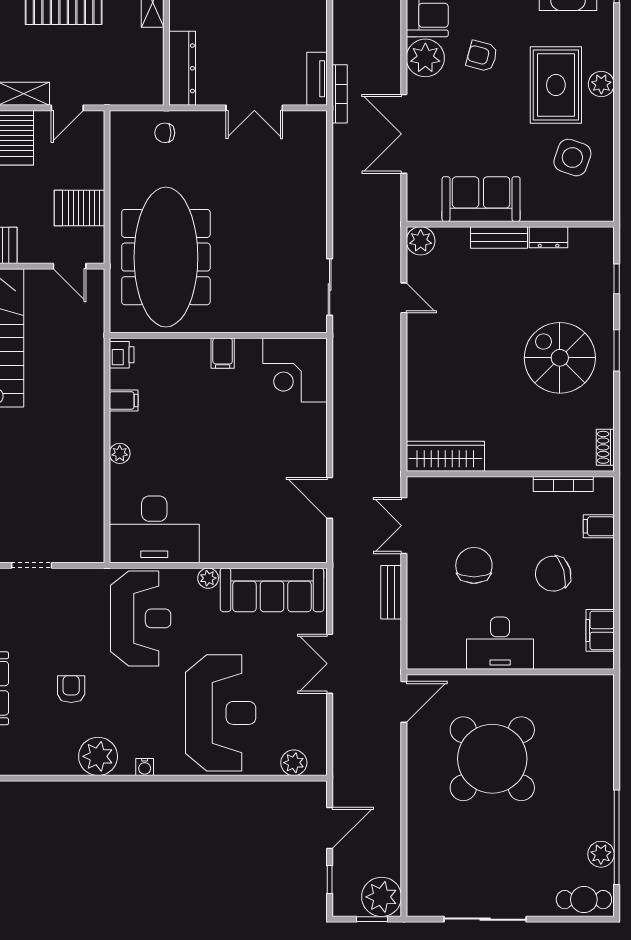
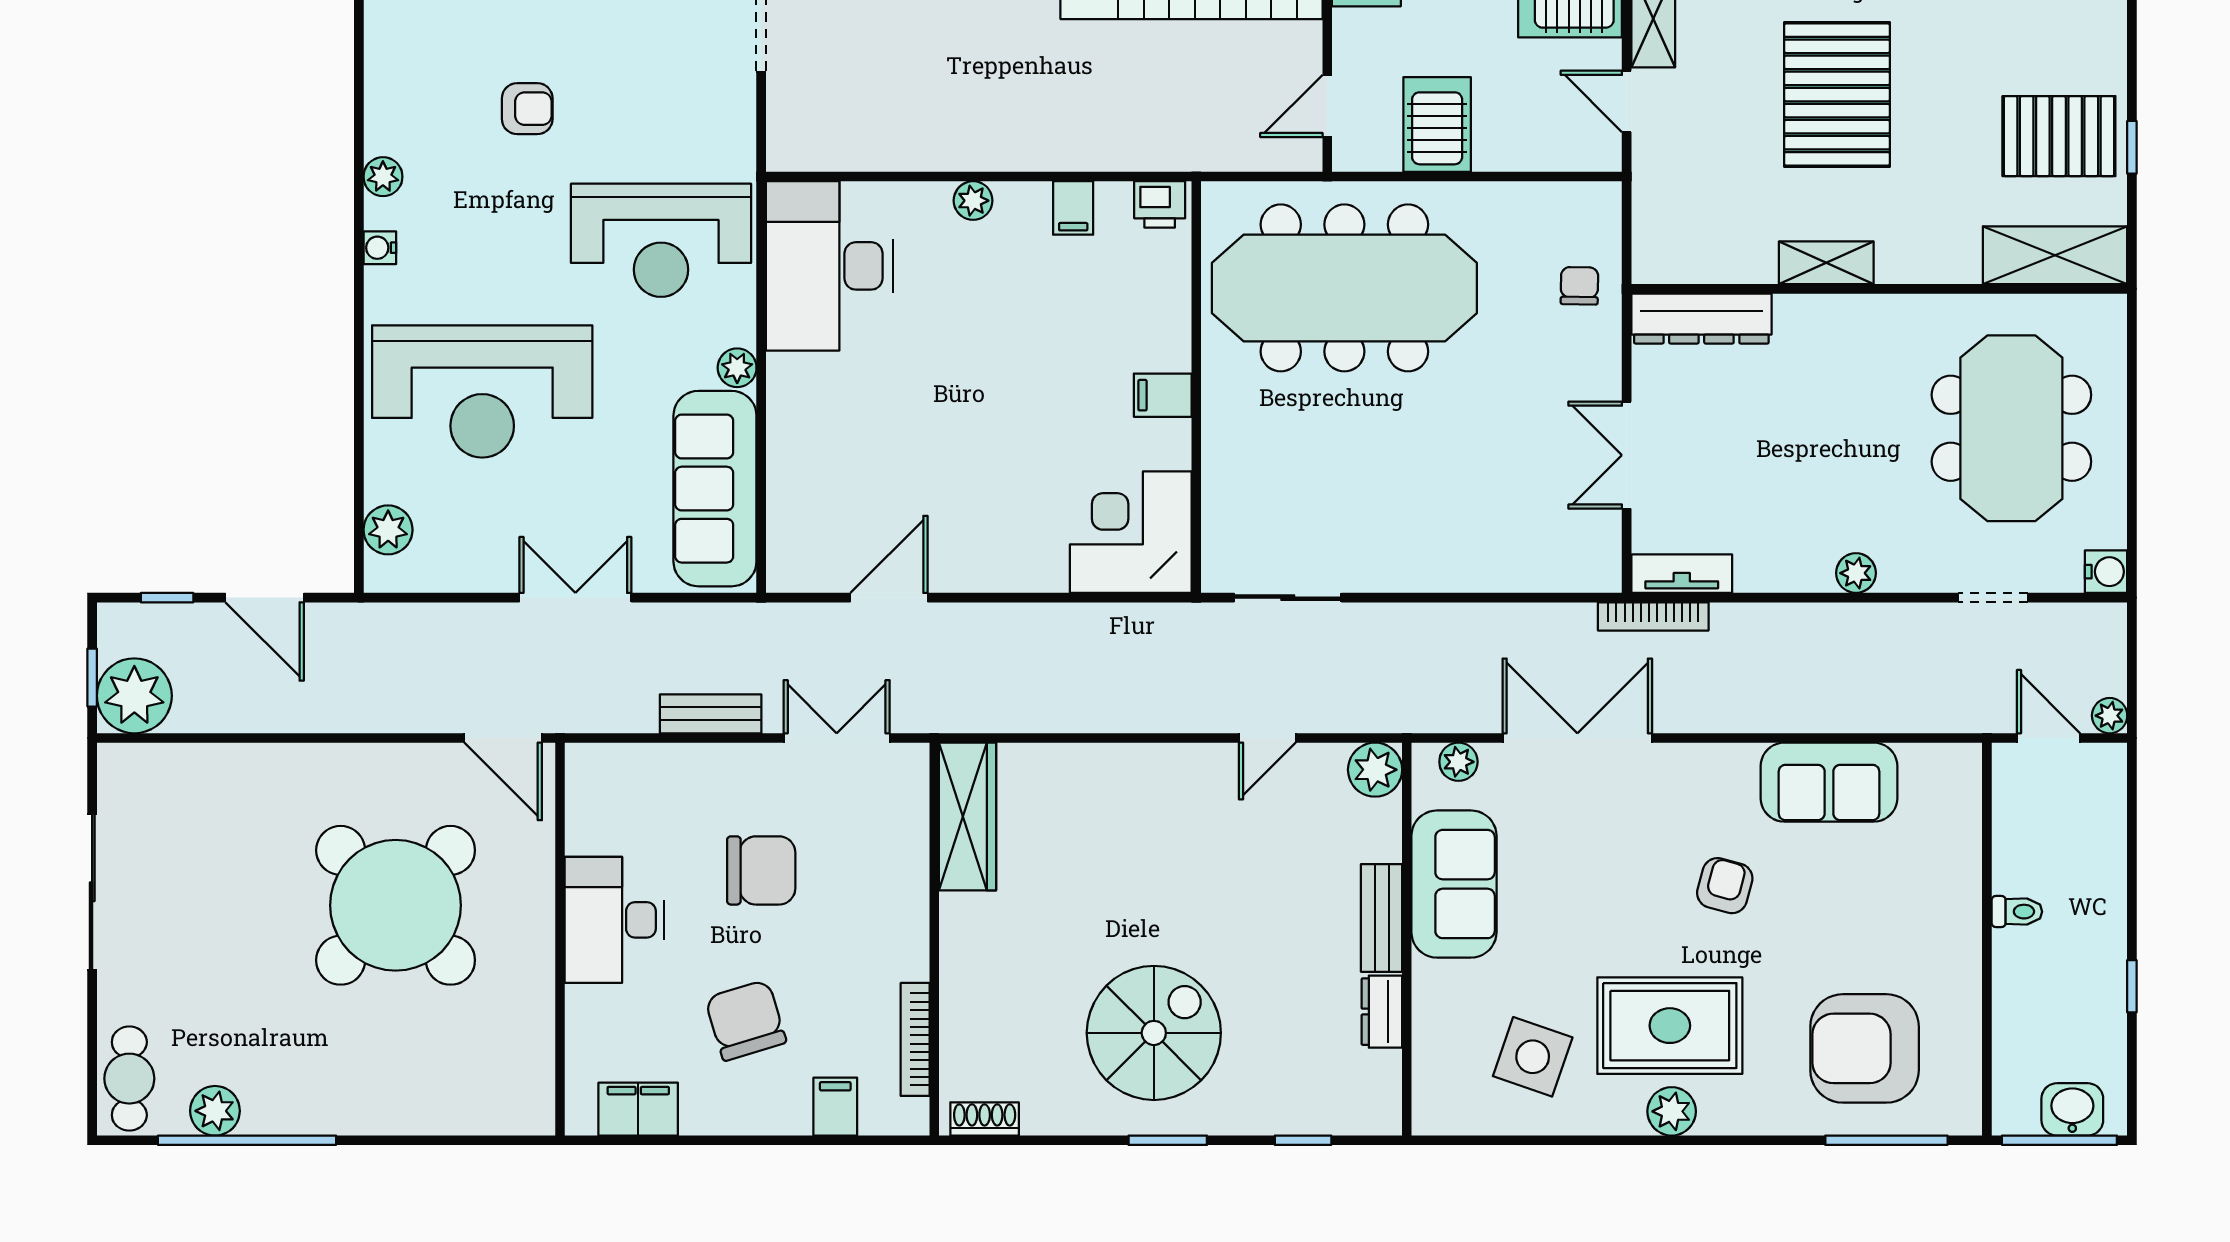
plant: (425, 58) -> (1458, 762), moved, width x0.53, depth x0.53
plant: (98, 756) -> (383, 177), width x0.53, depth x0.53

